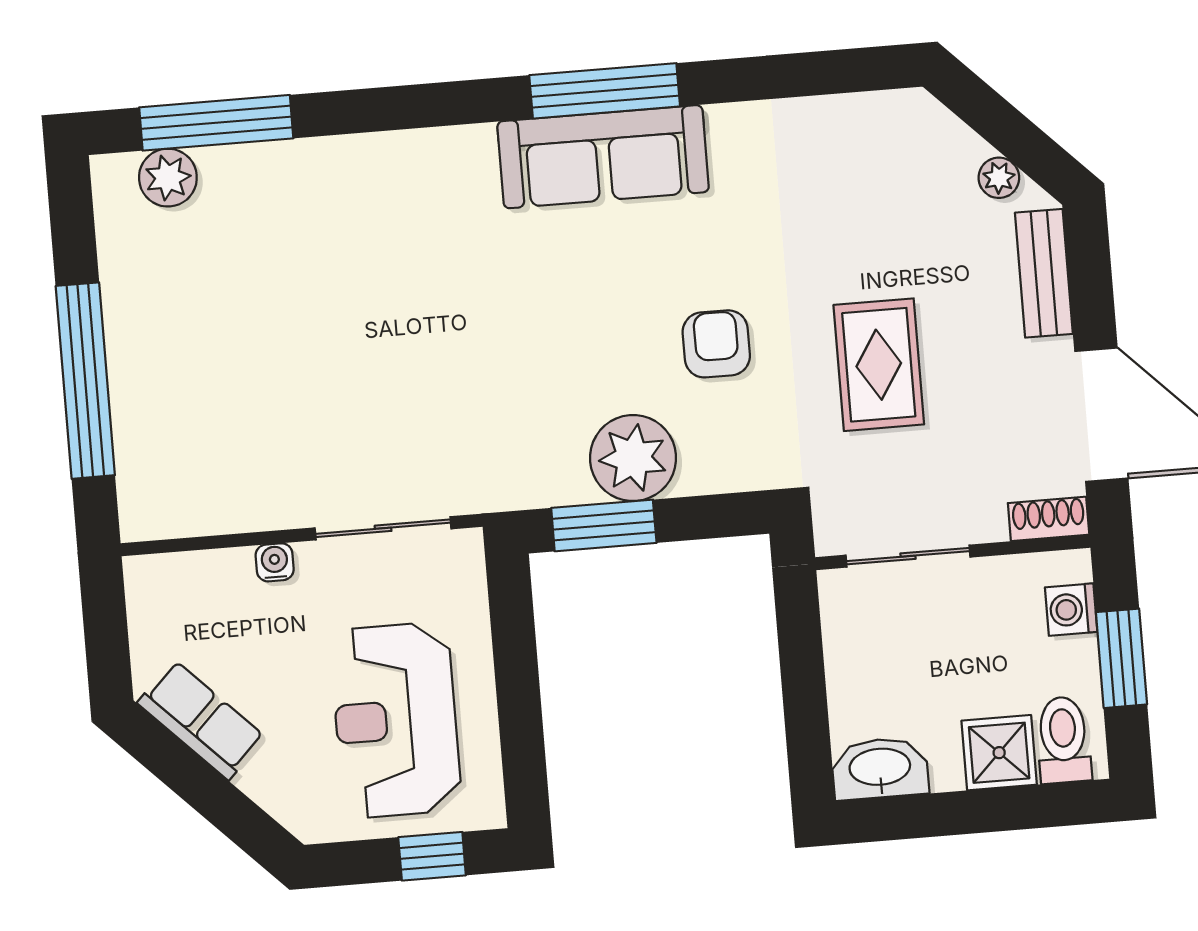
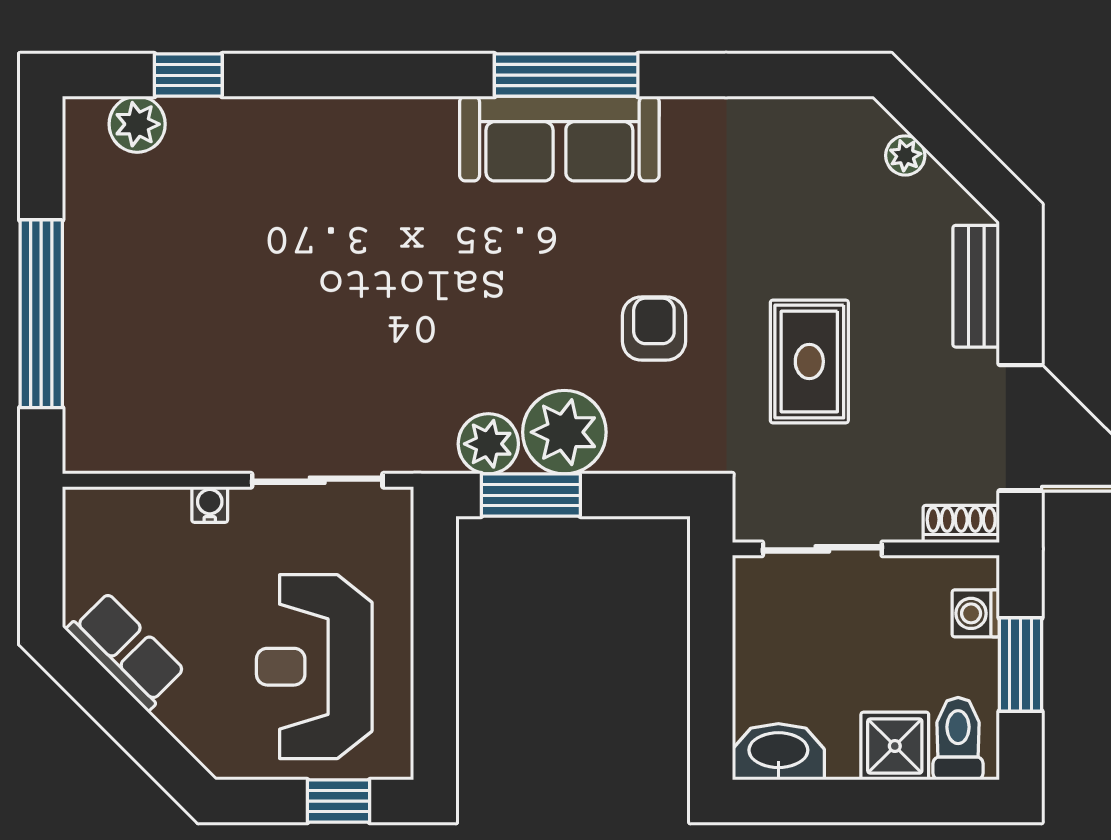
window: (216, 123) -> (188, 75), width x0.46
plant: (999, 178) -> (905, 155), moved
plant: (556, 476) -> (488, 444), added

